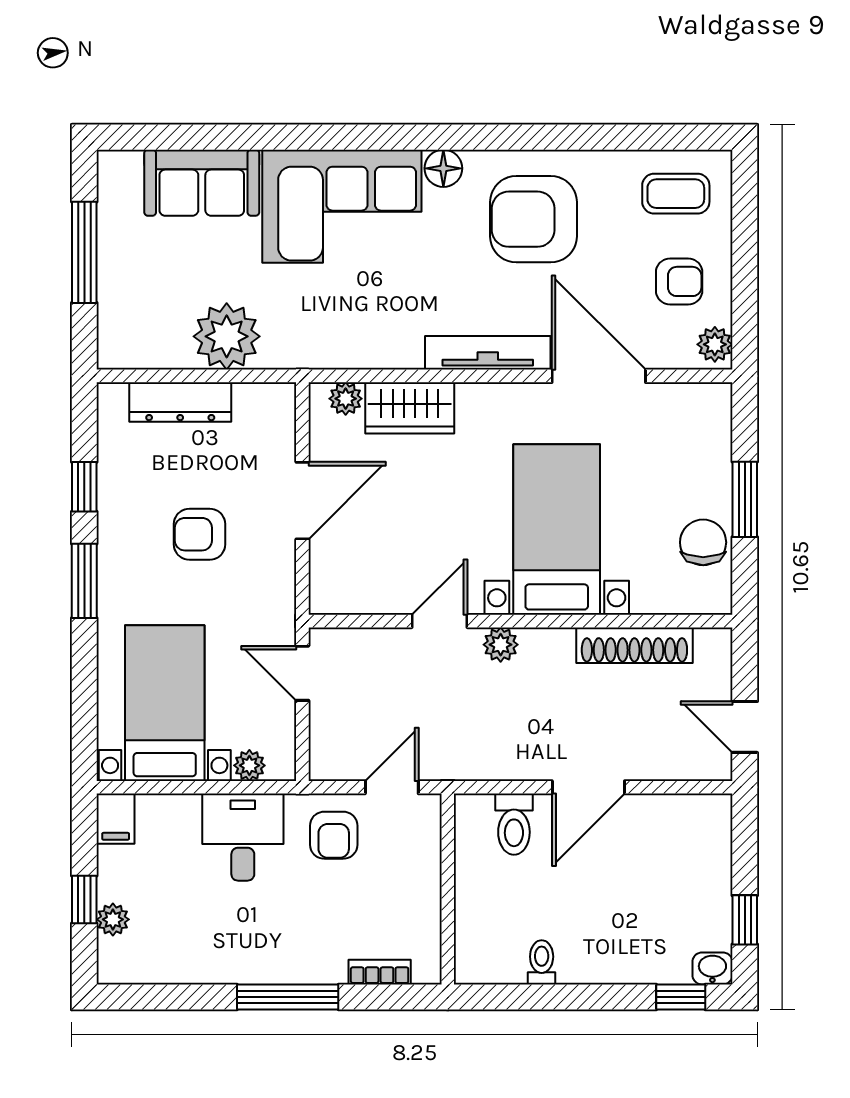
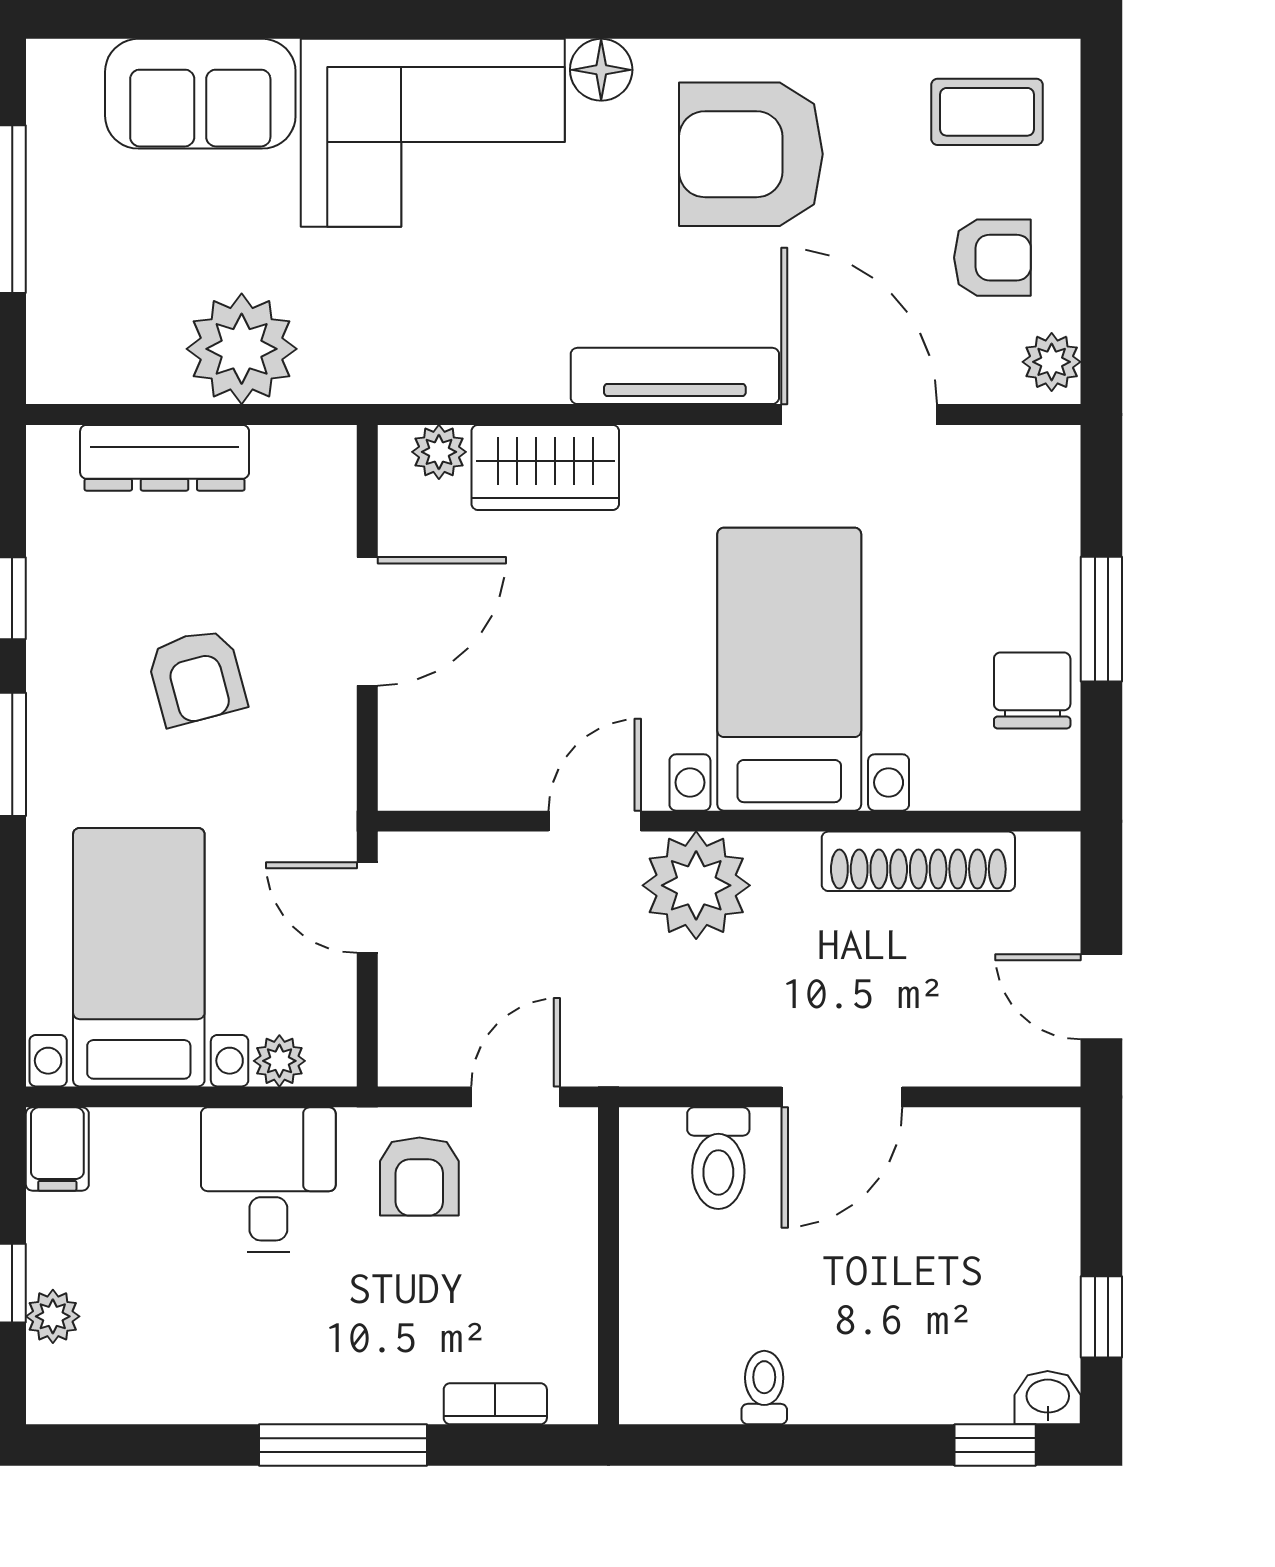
armchair: (200, 534) -> (197, 677), turned -105
plant: (501, 645) -> (696, 885), width x1.88, depth x1.88

